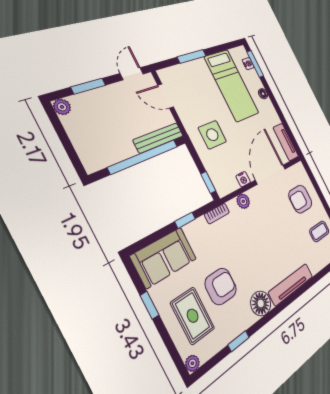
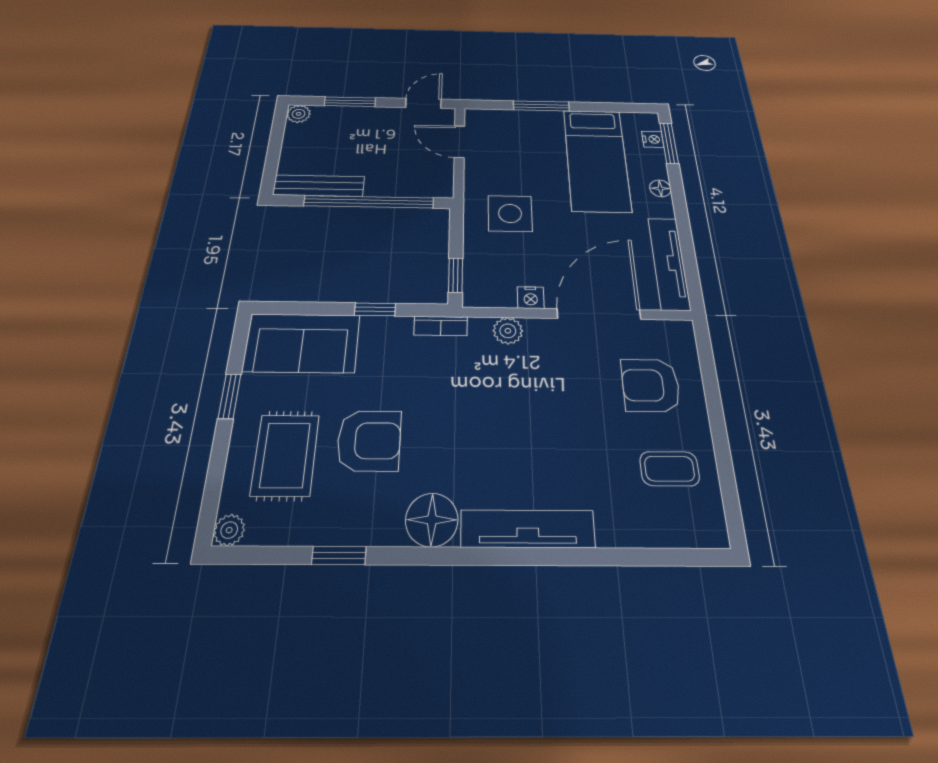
bench: (159, 138) -> (319, 186), moved
tv unit: (286, 142) -> (669, 263), width x1.41

